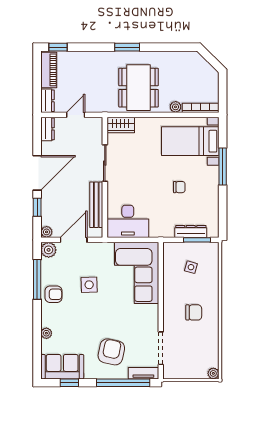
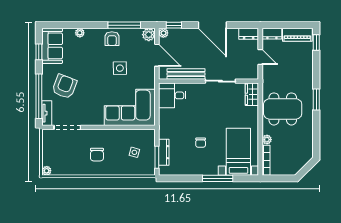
window: (37, 207) -> (174, 25), moved
desk: (128, 221) -> (172, 95), width x0.73
armchair: (111, 352) -> (64, 87), turned -81

